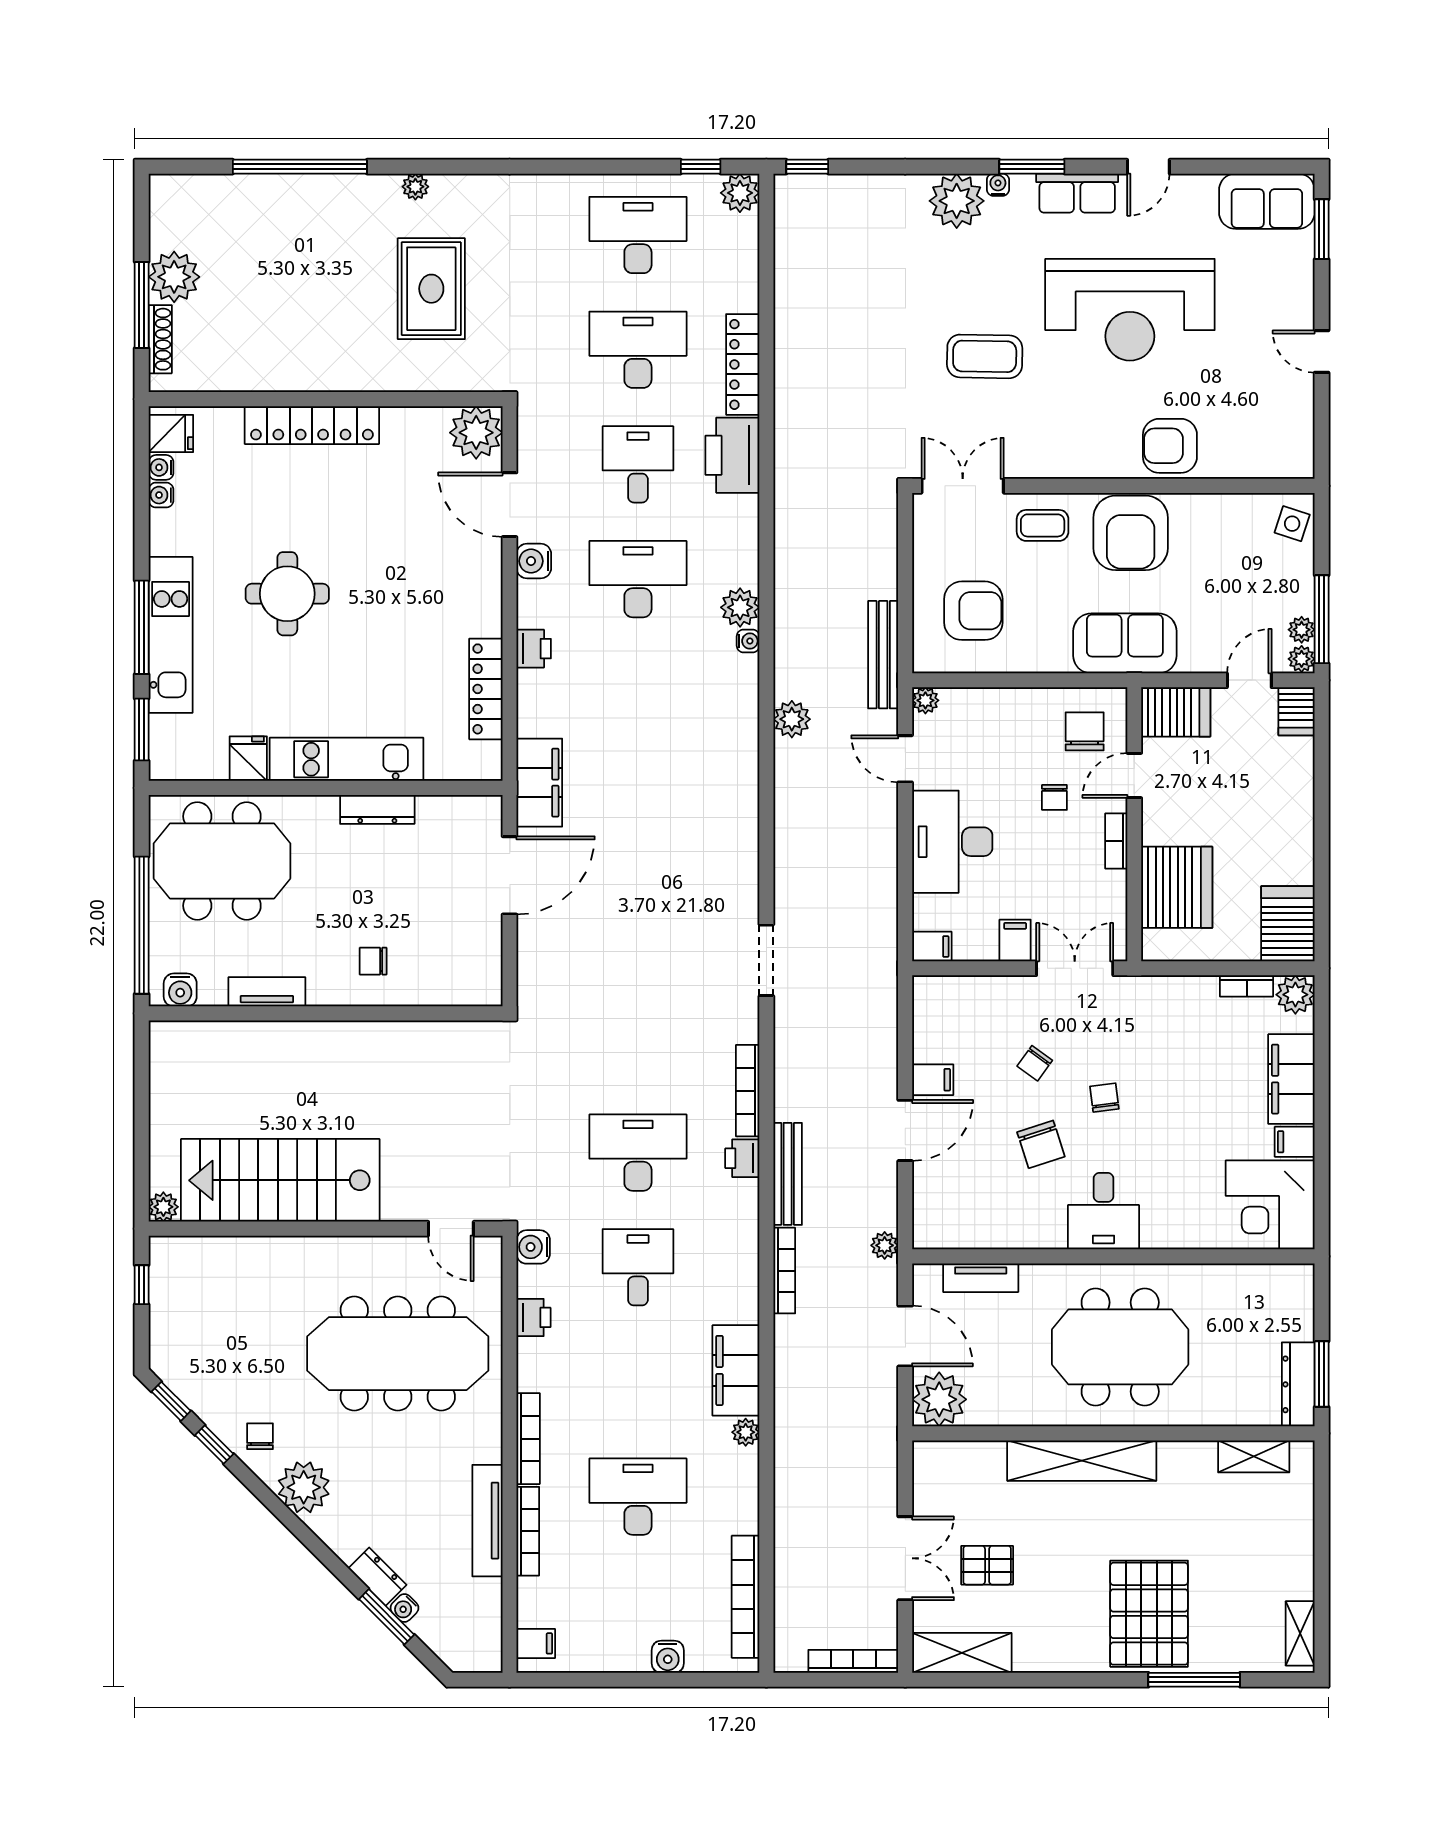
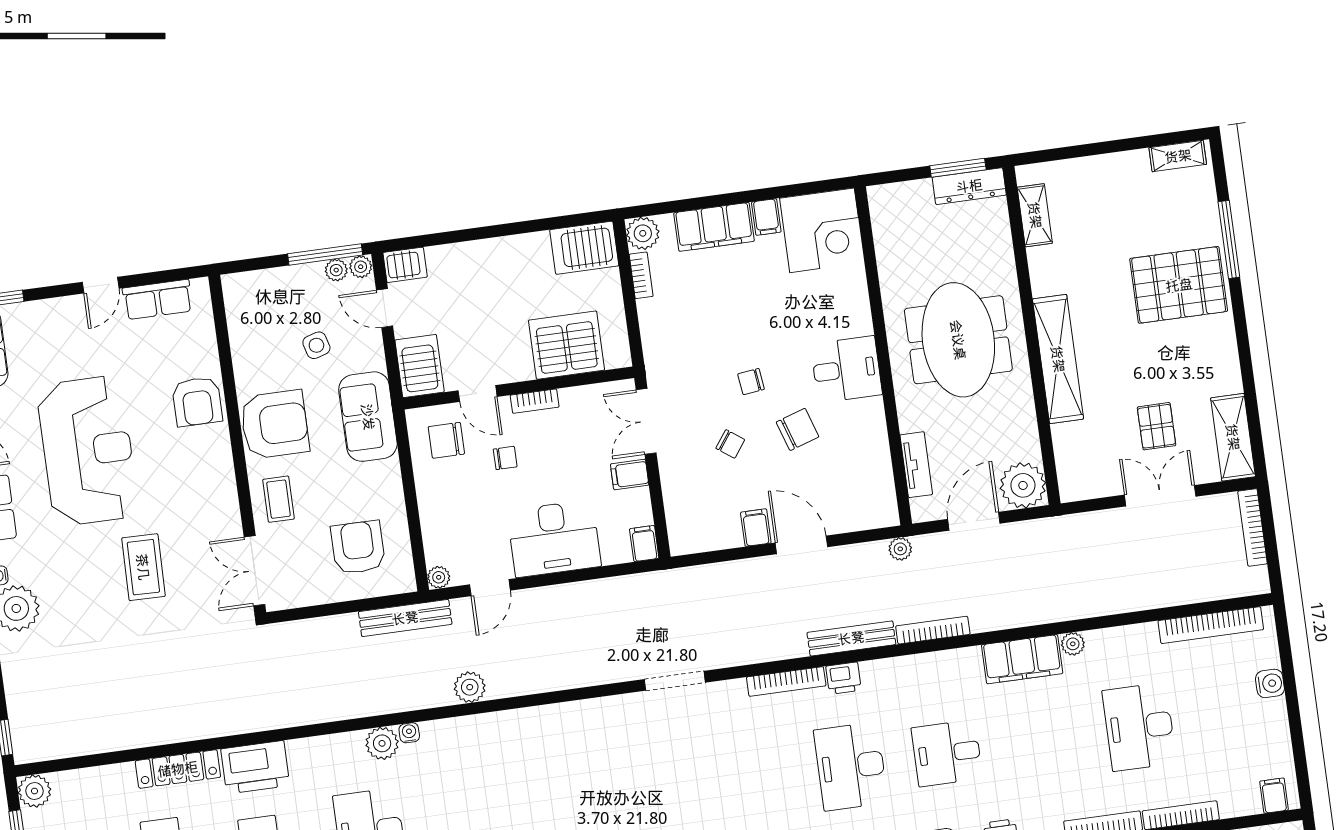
row of seats: (1296, 416) -> (158, 300), added
side table: (1292, 524) -> (316, 345), moved, turned -34

